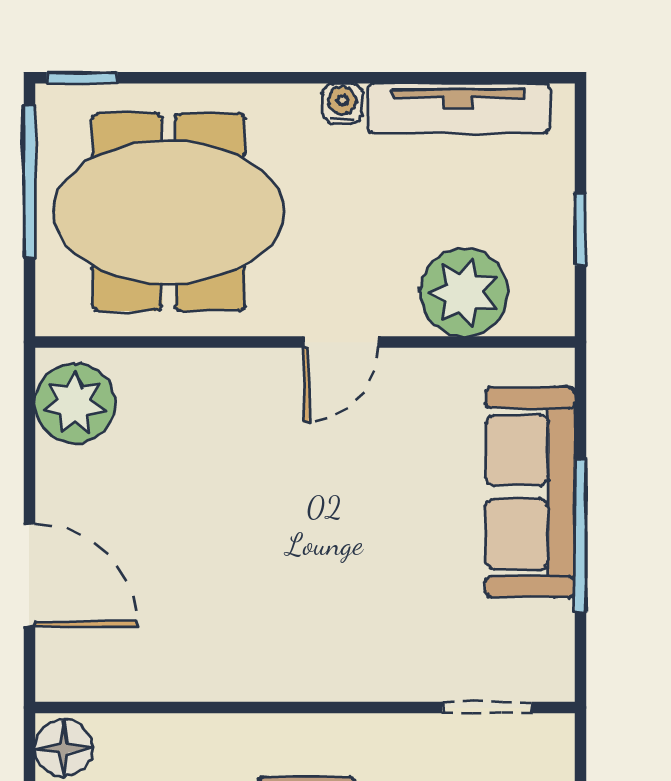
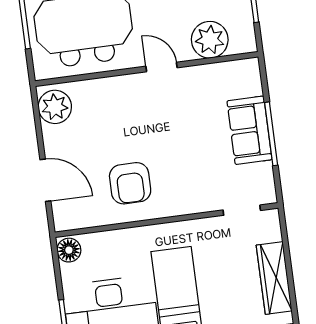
door: (341, 342) -> (162, 67), swing flipped
sofa: (530, 492) -> (249, 130), width x0.73
armchair: (230, 609) -> (130, 183), added

